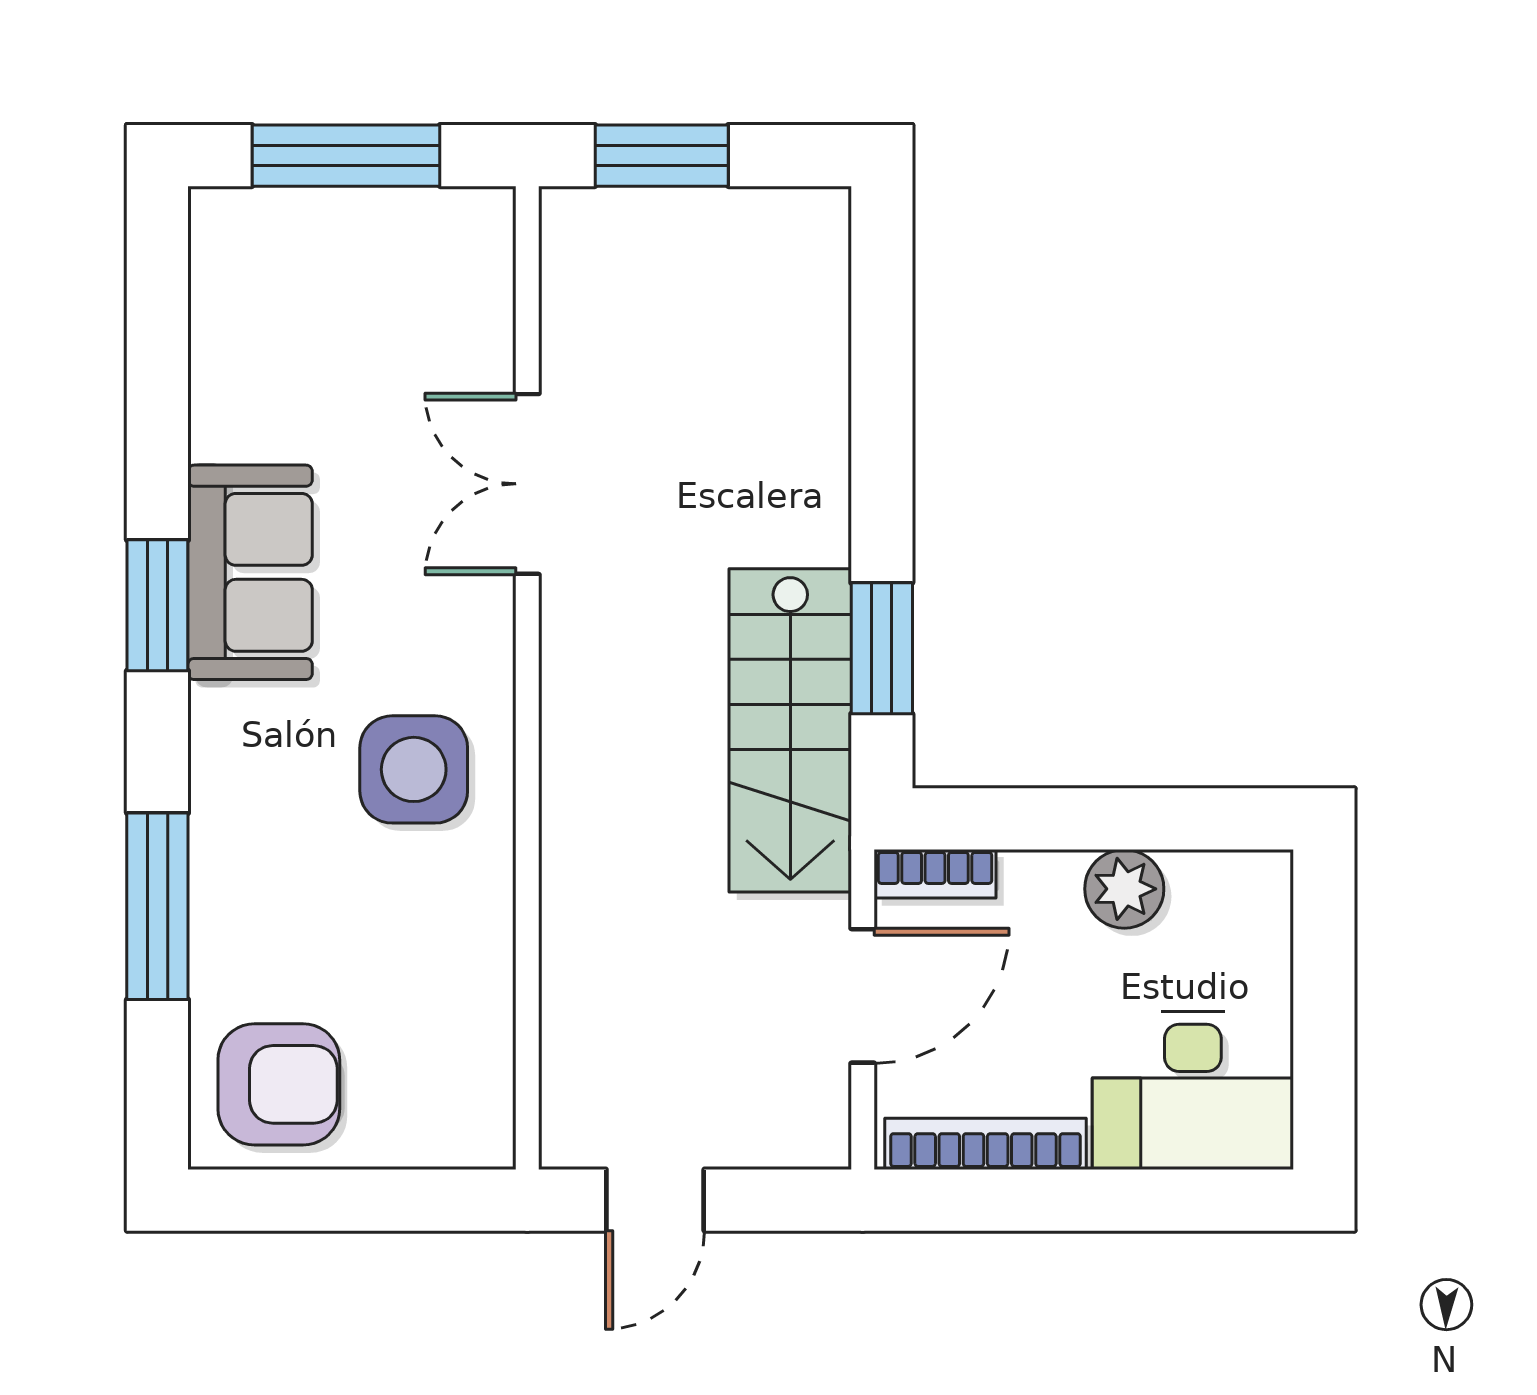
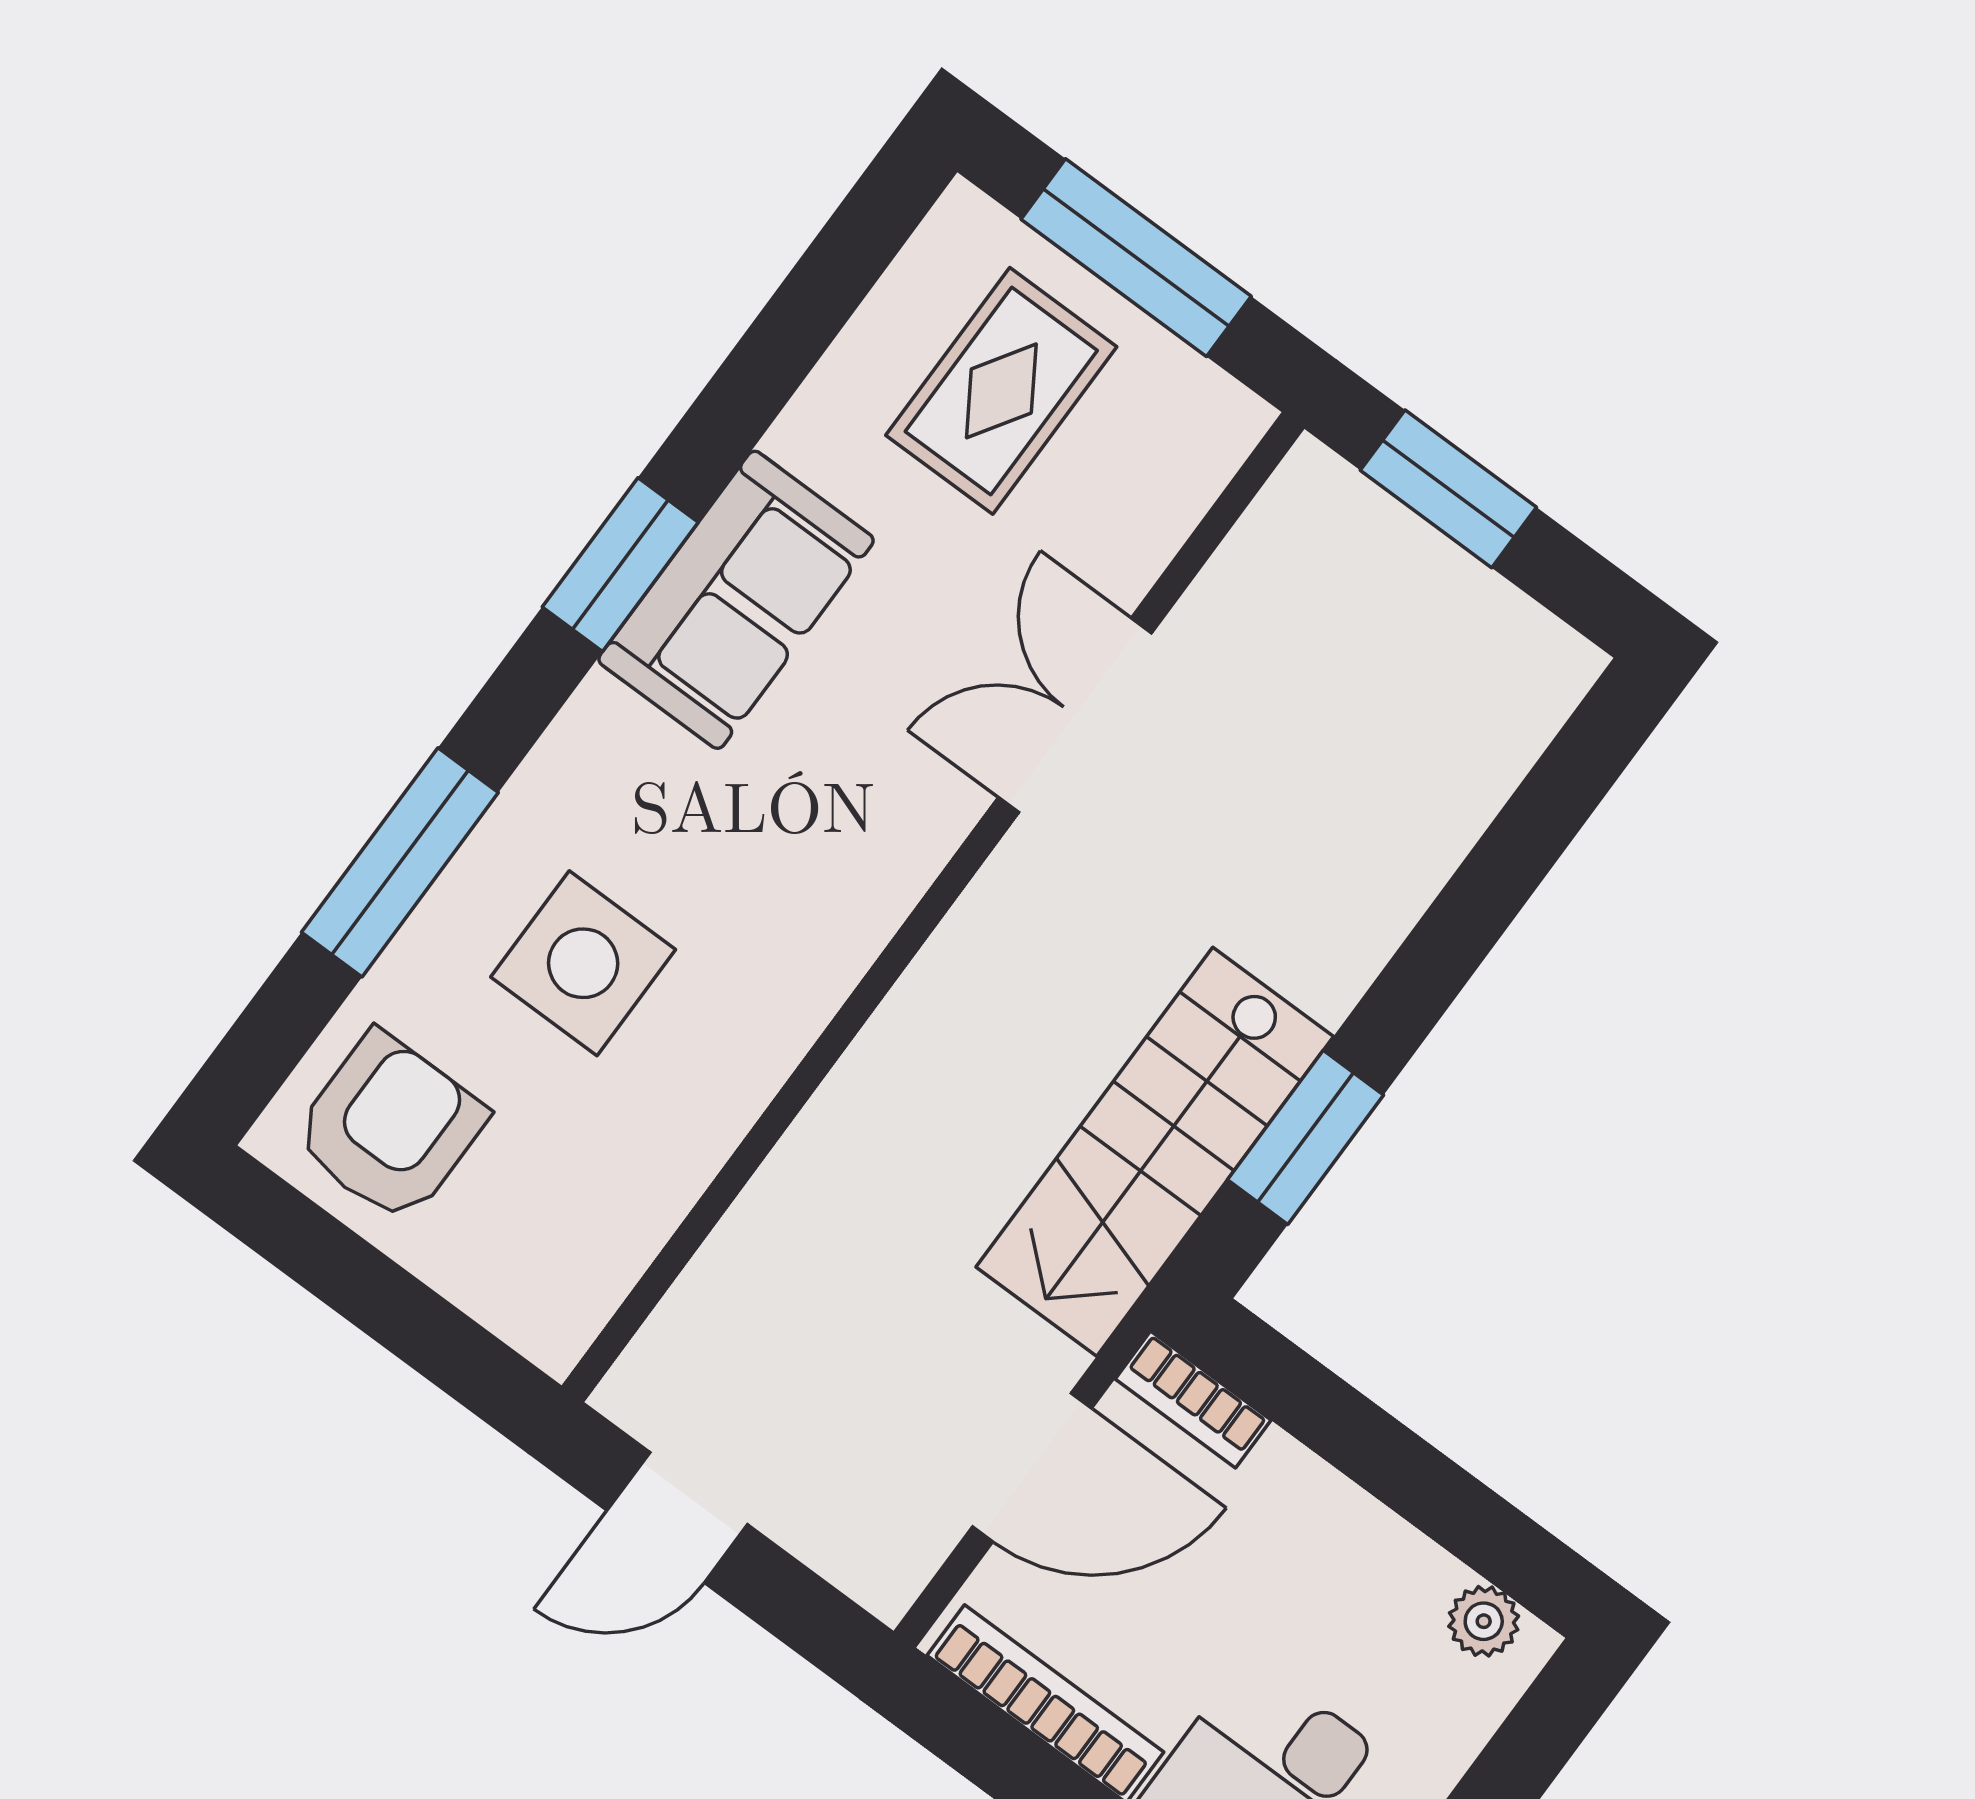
rug: (322, 308) -> (1001, 391), added
side table: (414, 769) -> (583, 963), moved
plant: (1124, 889) -> (1484, 1621), moved, width x0.73, depth x0.73
armchair: (279, 1084) -> (390, 1127), turned -90

